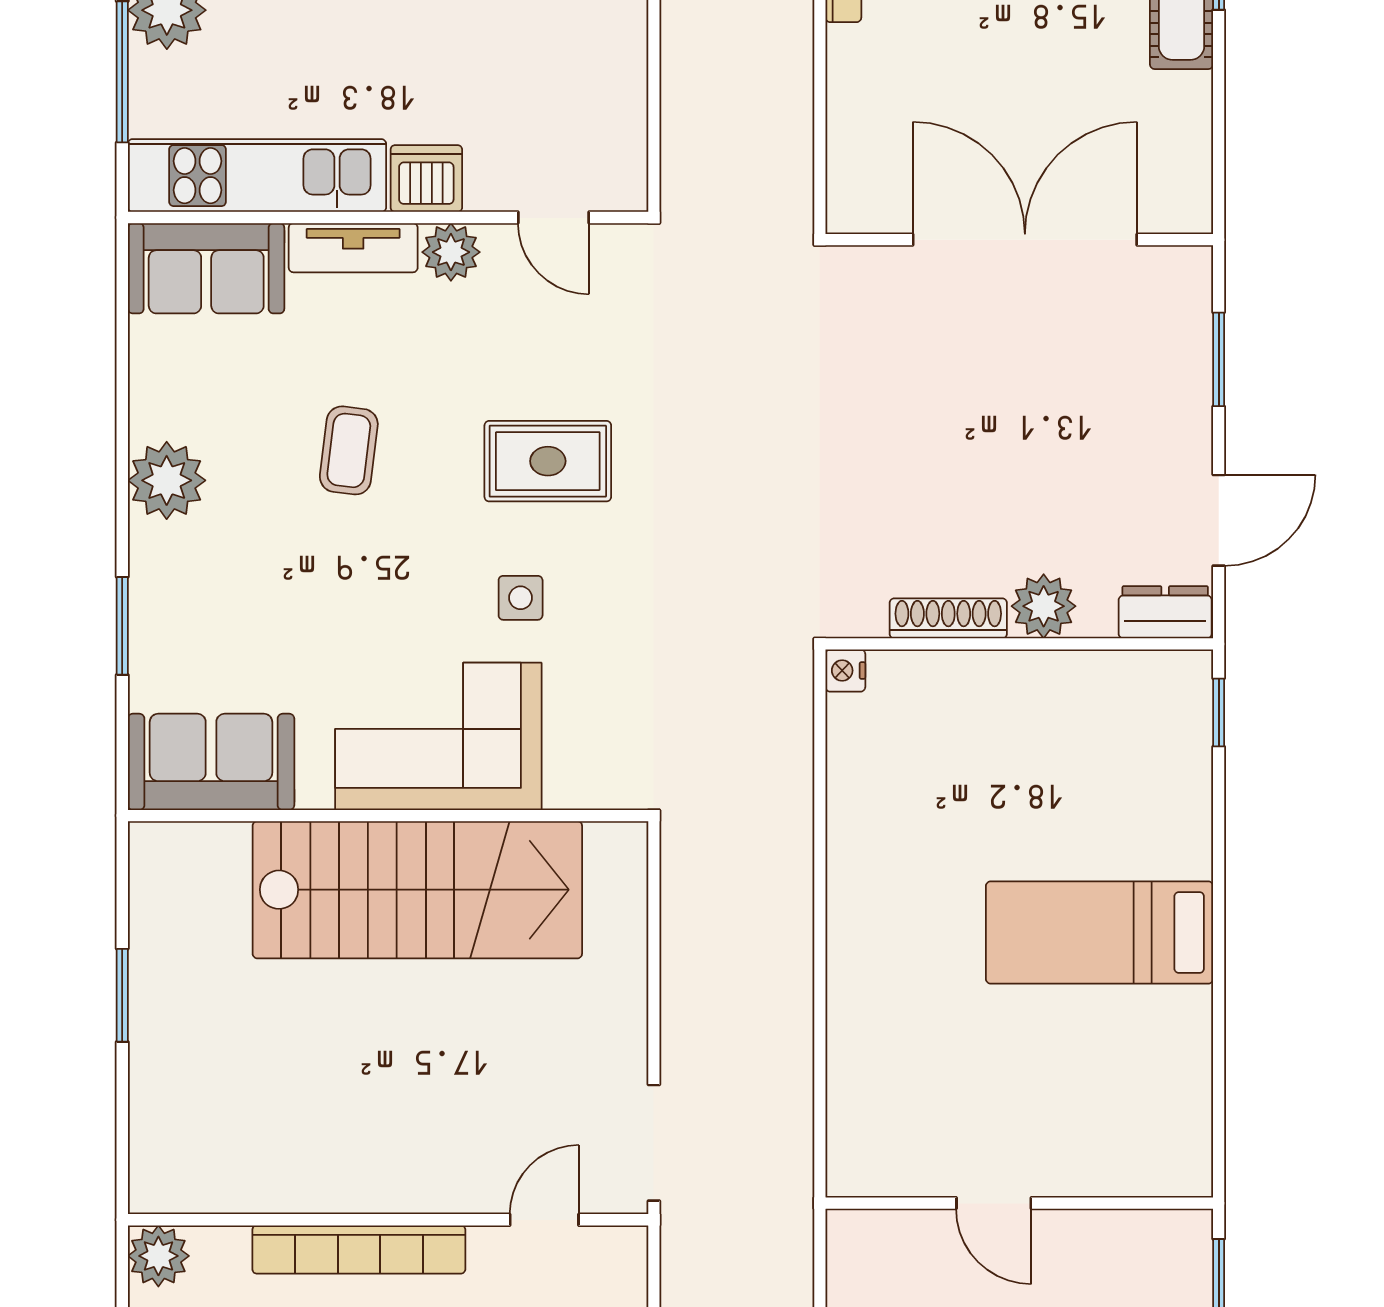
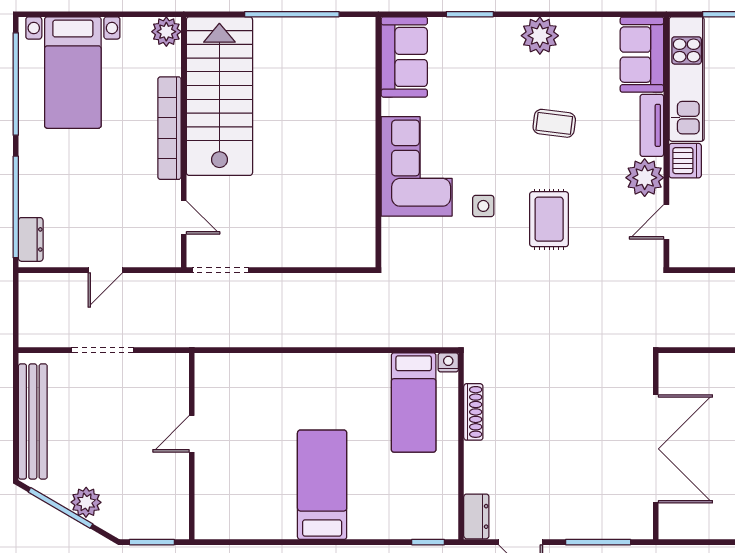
plant: (451, 252) -> (645, 178), width x1.36, depth x1.36
window: (1219, 359) -> (598, 542), width x1.44
plant: (1044, 606) -> (479, 458), removed
bed: (929, 742) -> (414, 402), added
stairs: (417, 890) -> (219, 96), moved, turned 180
window: (122, 995) -> (292, 14), width x2.11

